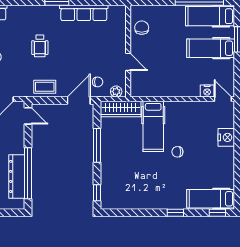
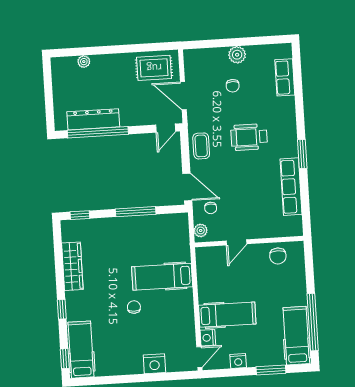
chair: (142, 28) -> (278, 256), turned 90
wheelchair: (40, 46) -> (249, 137), width x1.36, depth x1.37
hospital bed: (211, 48) -> (227, 315), moved, turned 90
nightstand: (228, 67) -> (238, 361), added
wardrobe: (121, 109) -> (72, 266), moved, turned 180

